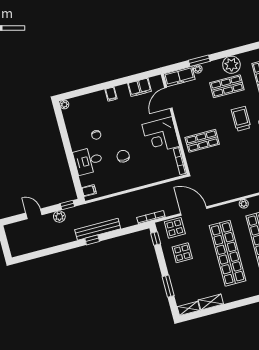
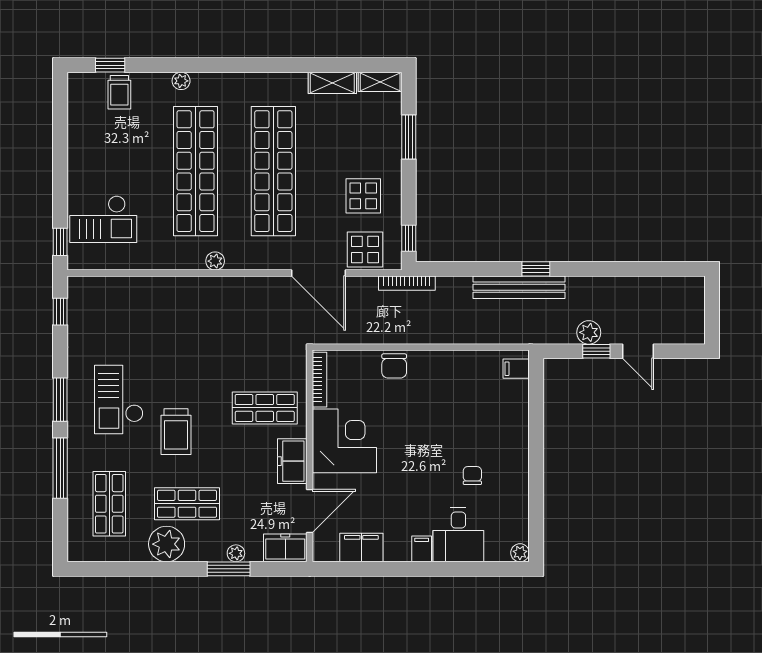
freezer: (179, 77) -> (285, 548), width x0.71
freezer: (183, 119) -> (292, 461), added
chair: (123, 156) -> (394, 366), moved
desk: (88, 161) -> (458, 535), moved, turned 90
window: (67, 205) -> (596, 351), moved

